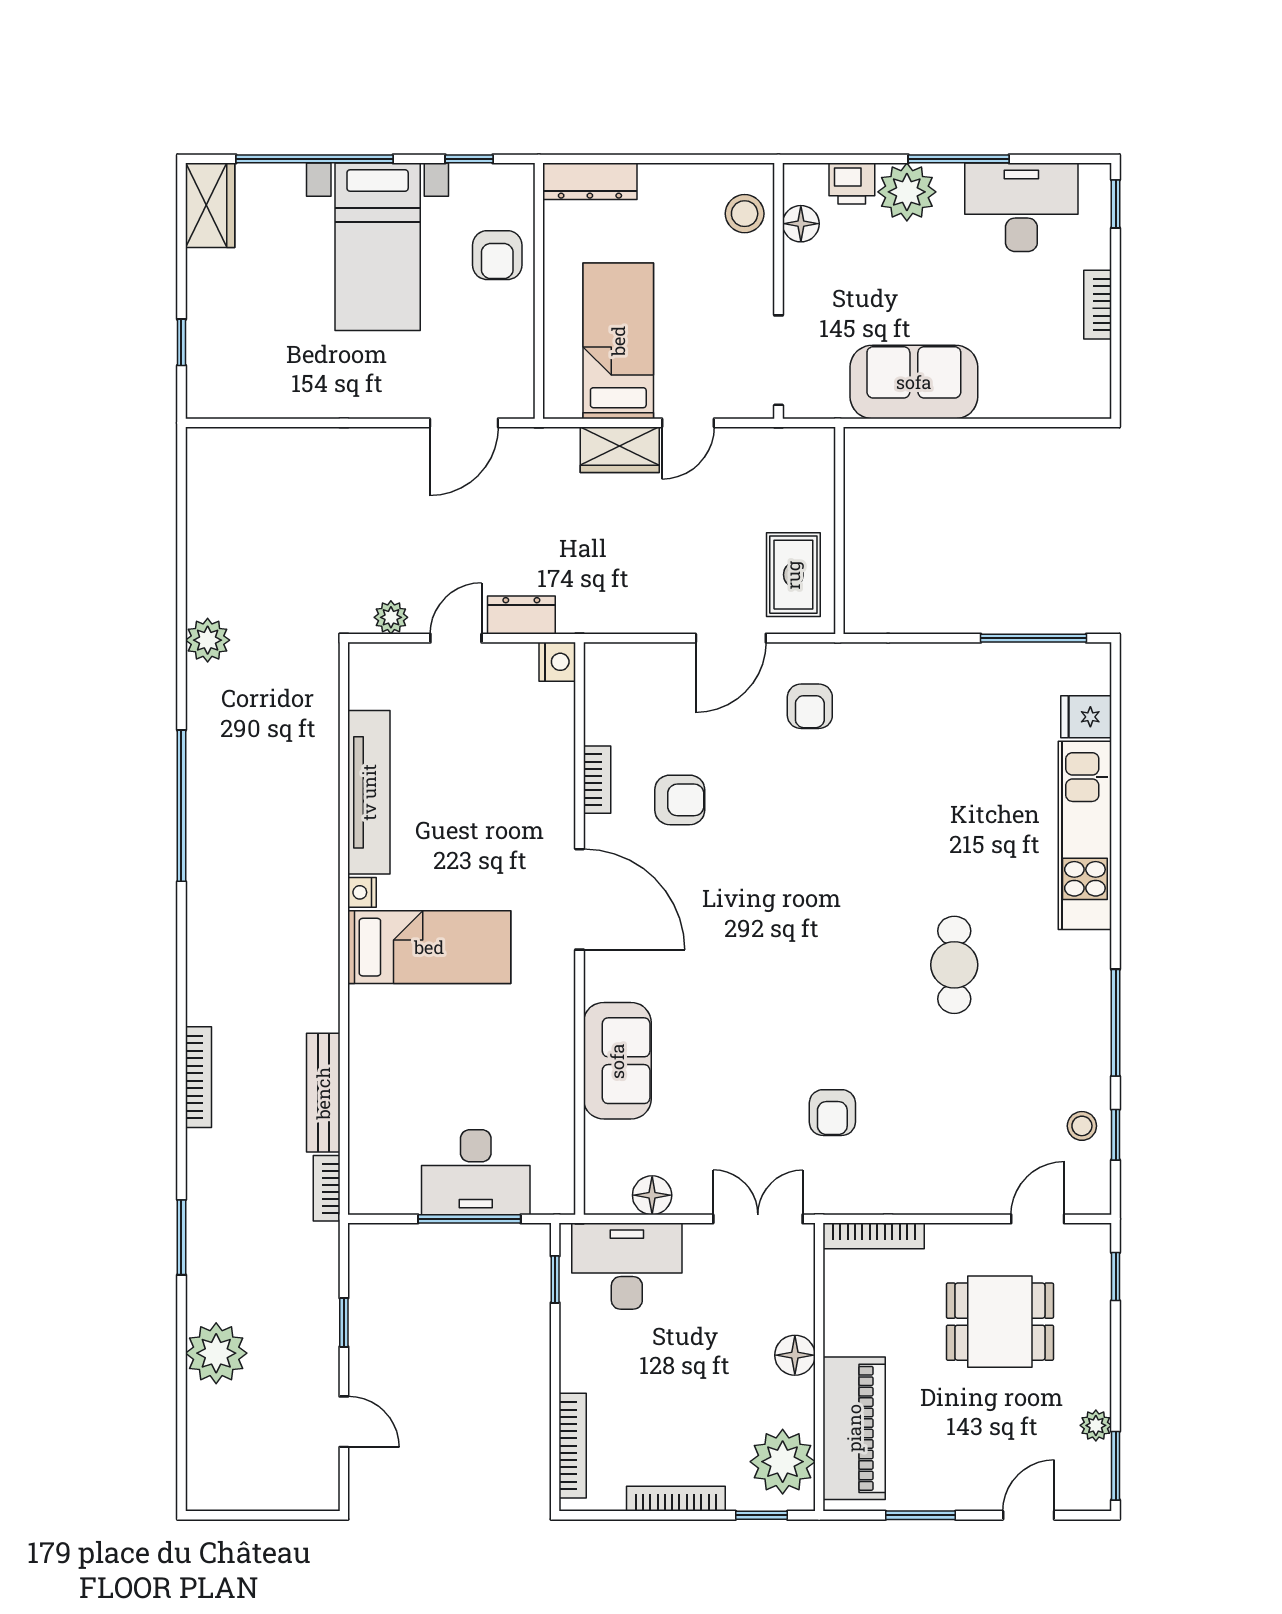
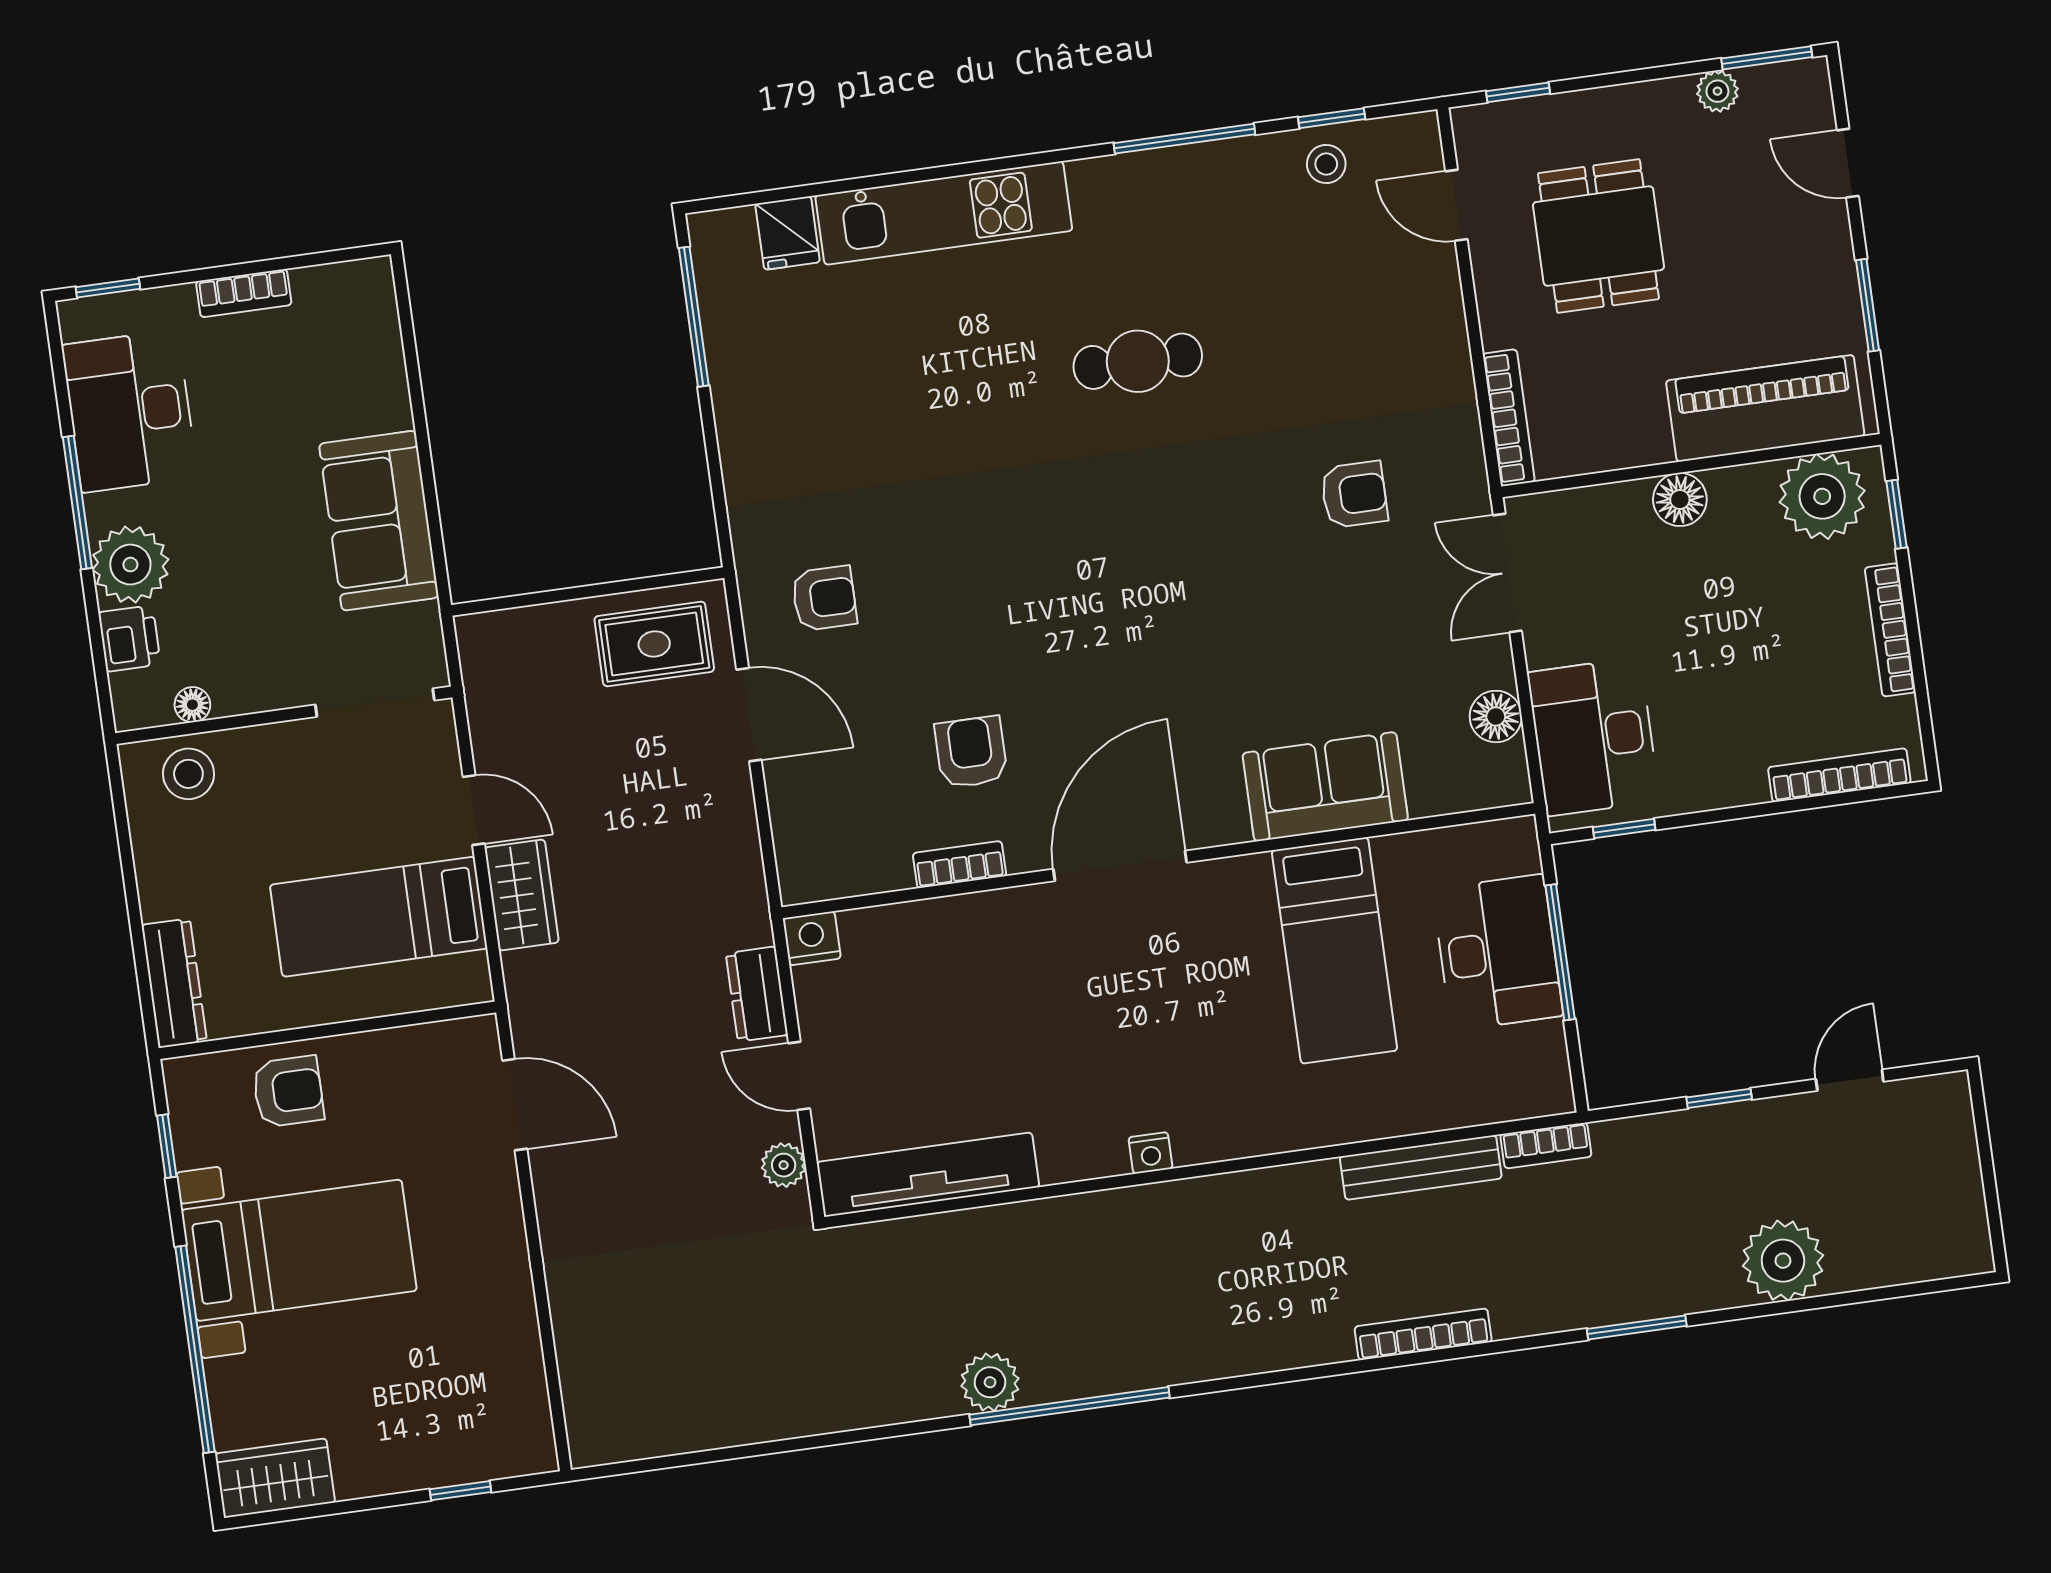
floor lamp: (801, 224) -> (192, 705), width x0.73, depth x0.73
plant: (208, 640) -> (990, 1382), moved
tv unit: (369, 792) -> (928, 1175), moved
bed: (429, 947) -> (1334, 950), moved, turned 180

